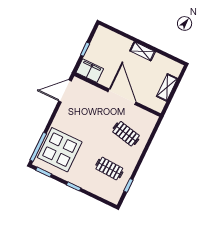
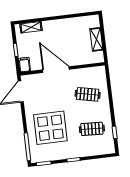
shelving: (143, 51) -> (31, 27), moved
filing cabinet: (90, 71) -> (24, 65), width x0.50
door: (122, 97) -> (56, 70), moved
display table: (60, 150) -> (50, 128), moved

